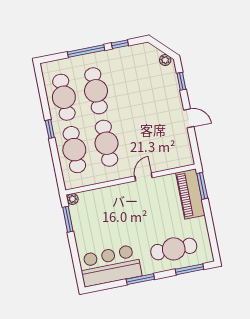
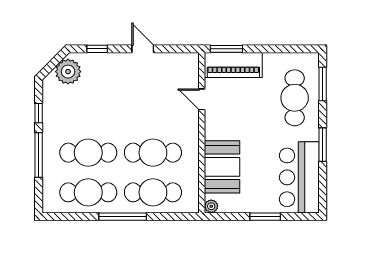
plant: (165, 60) -> (68, 72), width x1.88, depth x1.88
door: (189, 118) -> (143, 49), hinge flipped
window: (50, 129) -> (123, 217), width x2.17
door: (143, 177) -> (202, 99), moved
booth: (106, 201) -> (222, 167), added
window: (68, 219) -> (265, 217), moved

